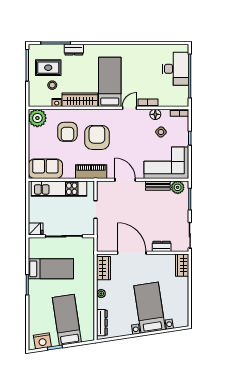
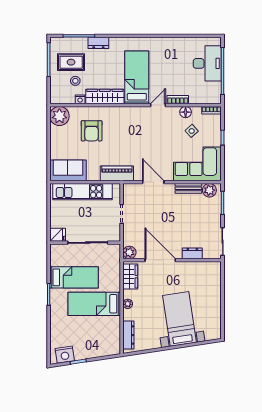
armchair: (97, 137) -> (123, 137), removed
plant: (103, 246) -> (129, 252), added
wardrobe: (182, 265) -> (214, 273), removed
bed: (67, 320) -> (94, 304), moved, turned -81

